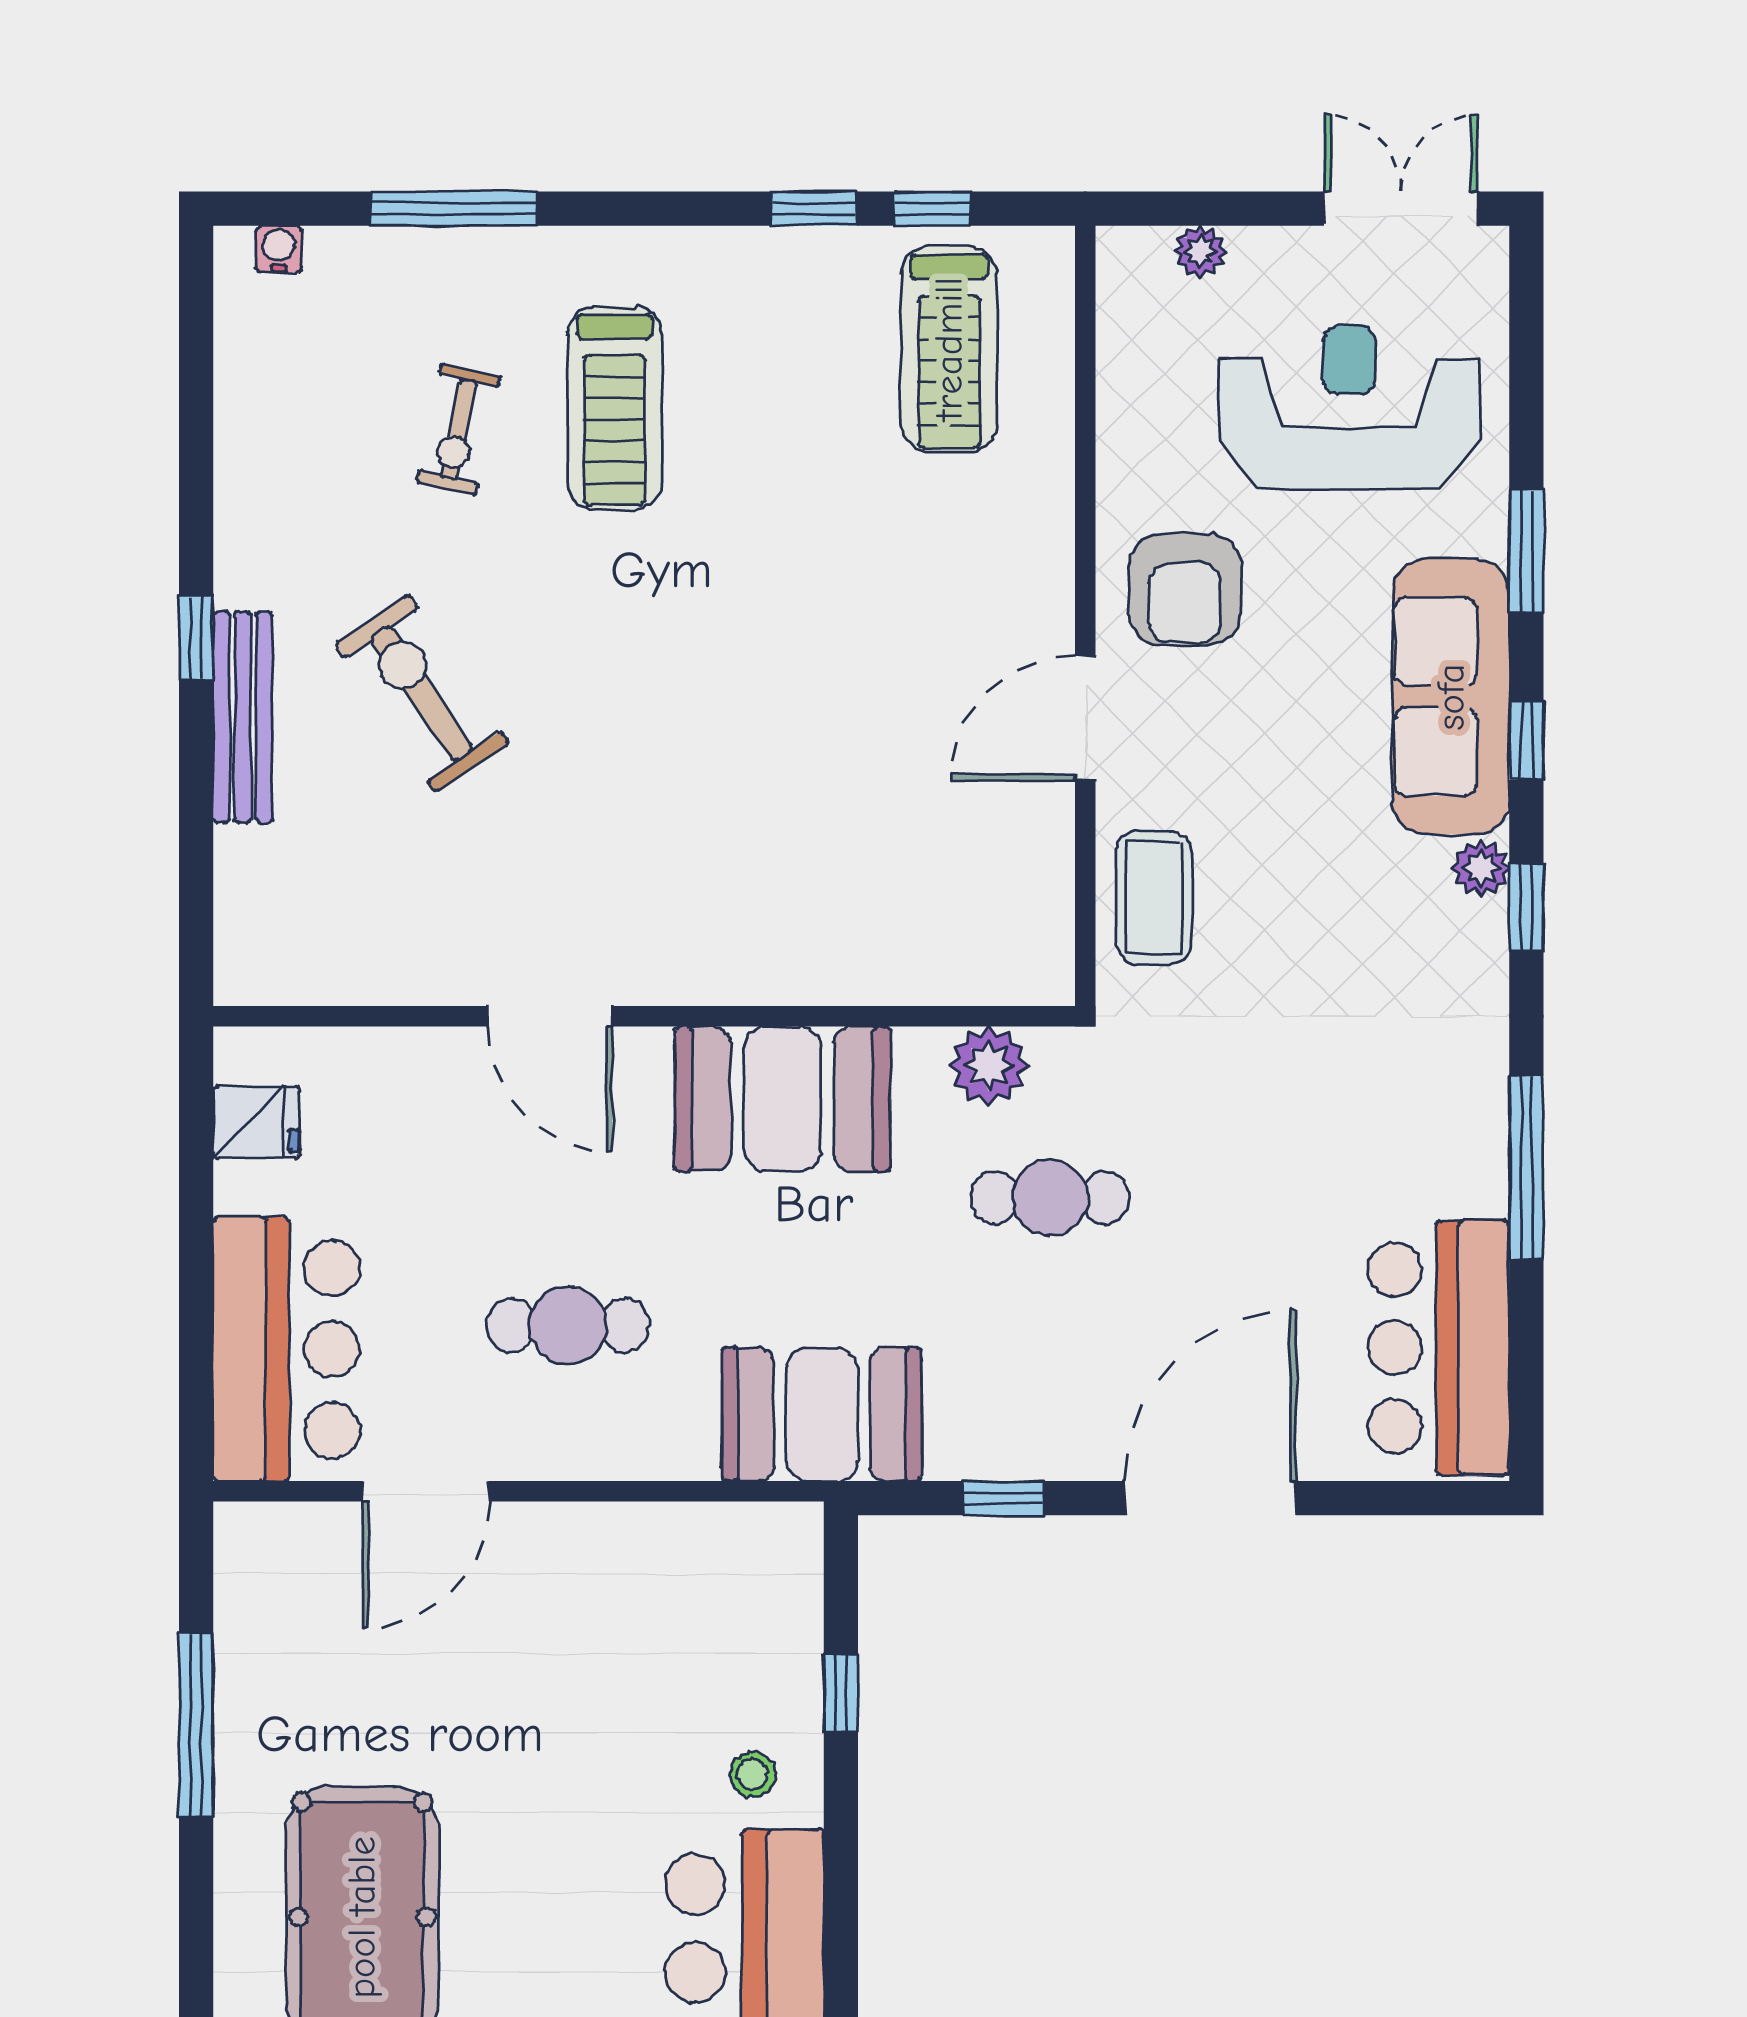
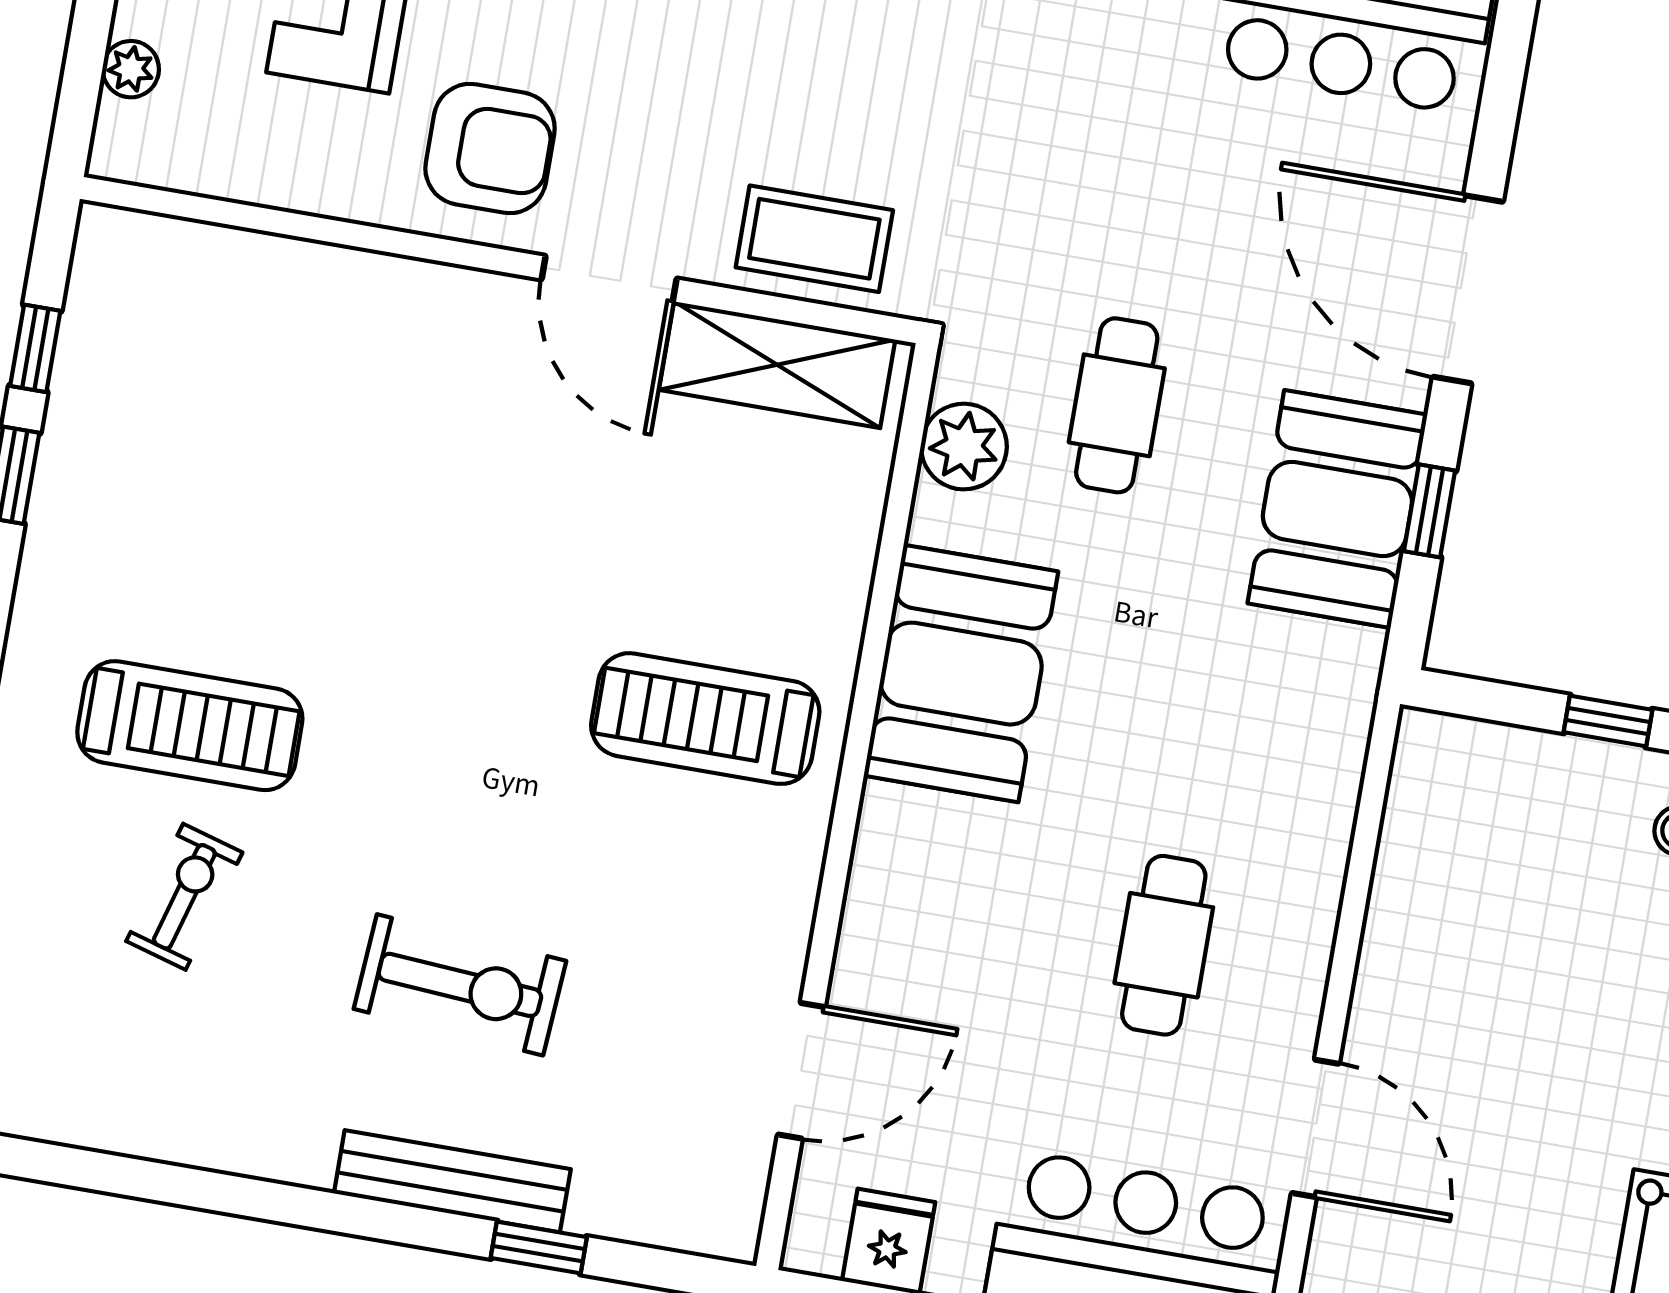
treadmill: (949, 349) -> (705, 719), moved, turned 180
exercise bike: (459, 430) -> (184, 897), turned -86
window: (196, 638) -> (539, 1247), moved
exercise bike: (422, 693) -> (460, 985), turned -142
shelving: (1034, 884) -> (777, 365), added
door: (550, 1016) -> (801, 1071), moved
booth: (822, 1414) -> (1337, 509), moved

